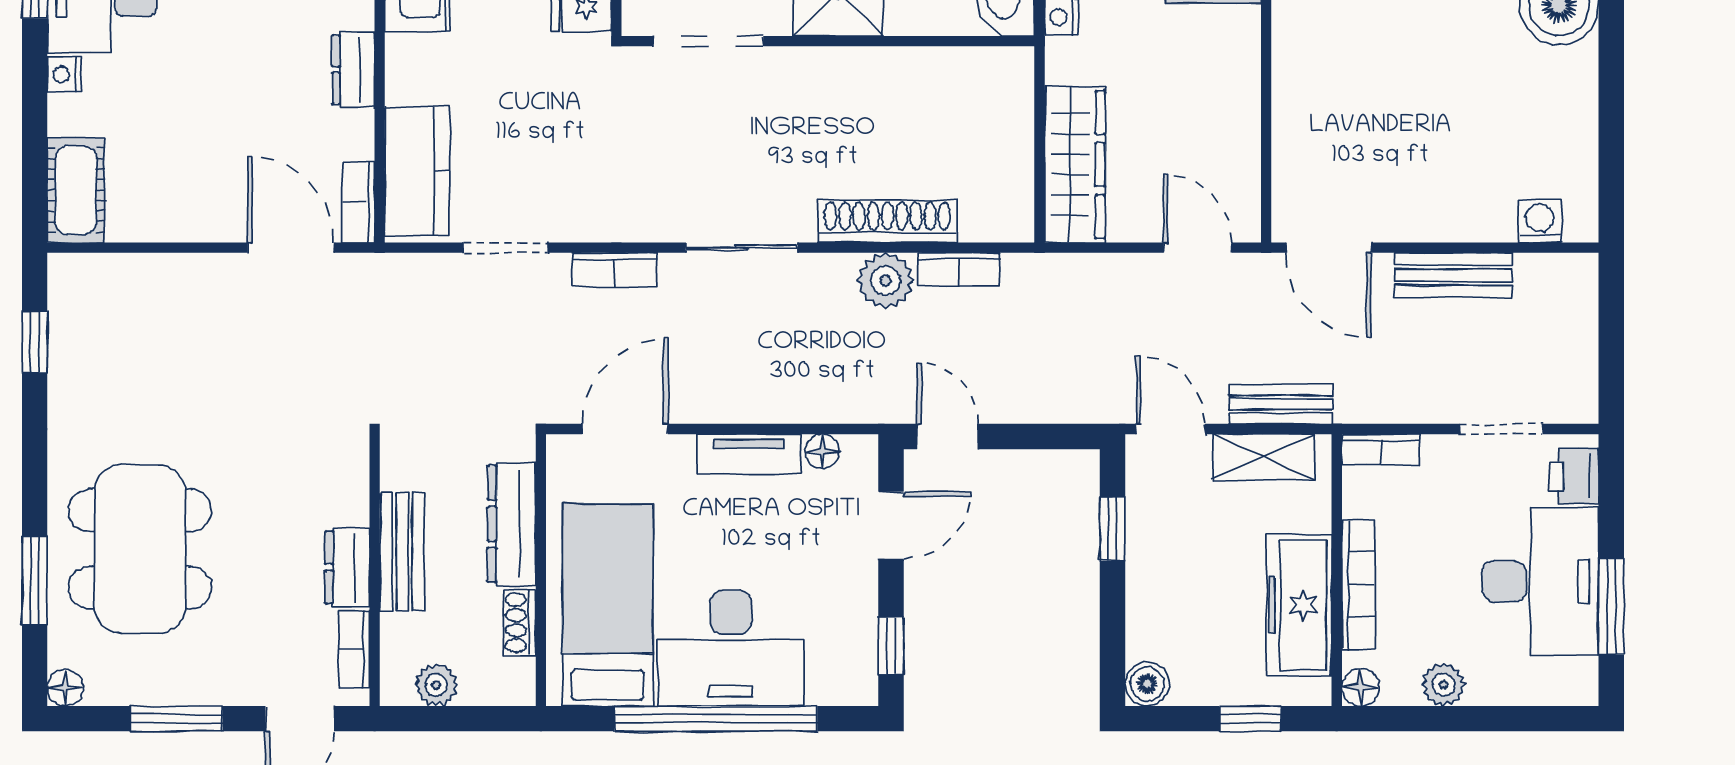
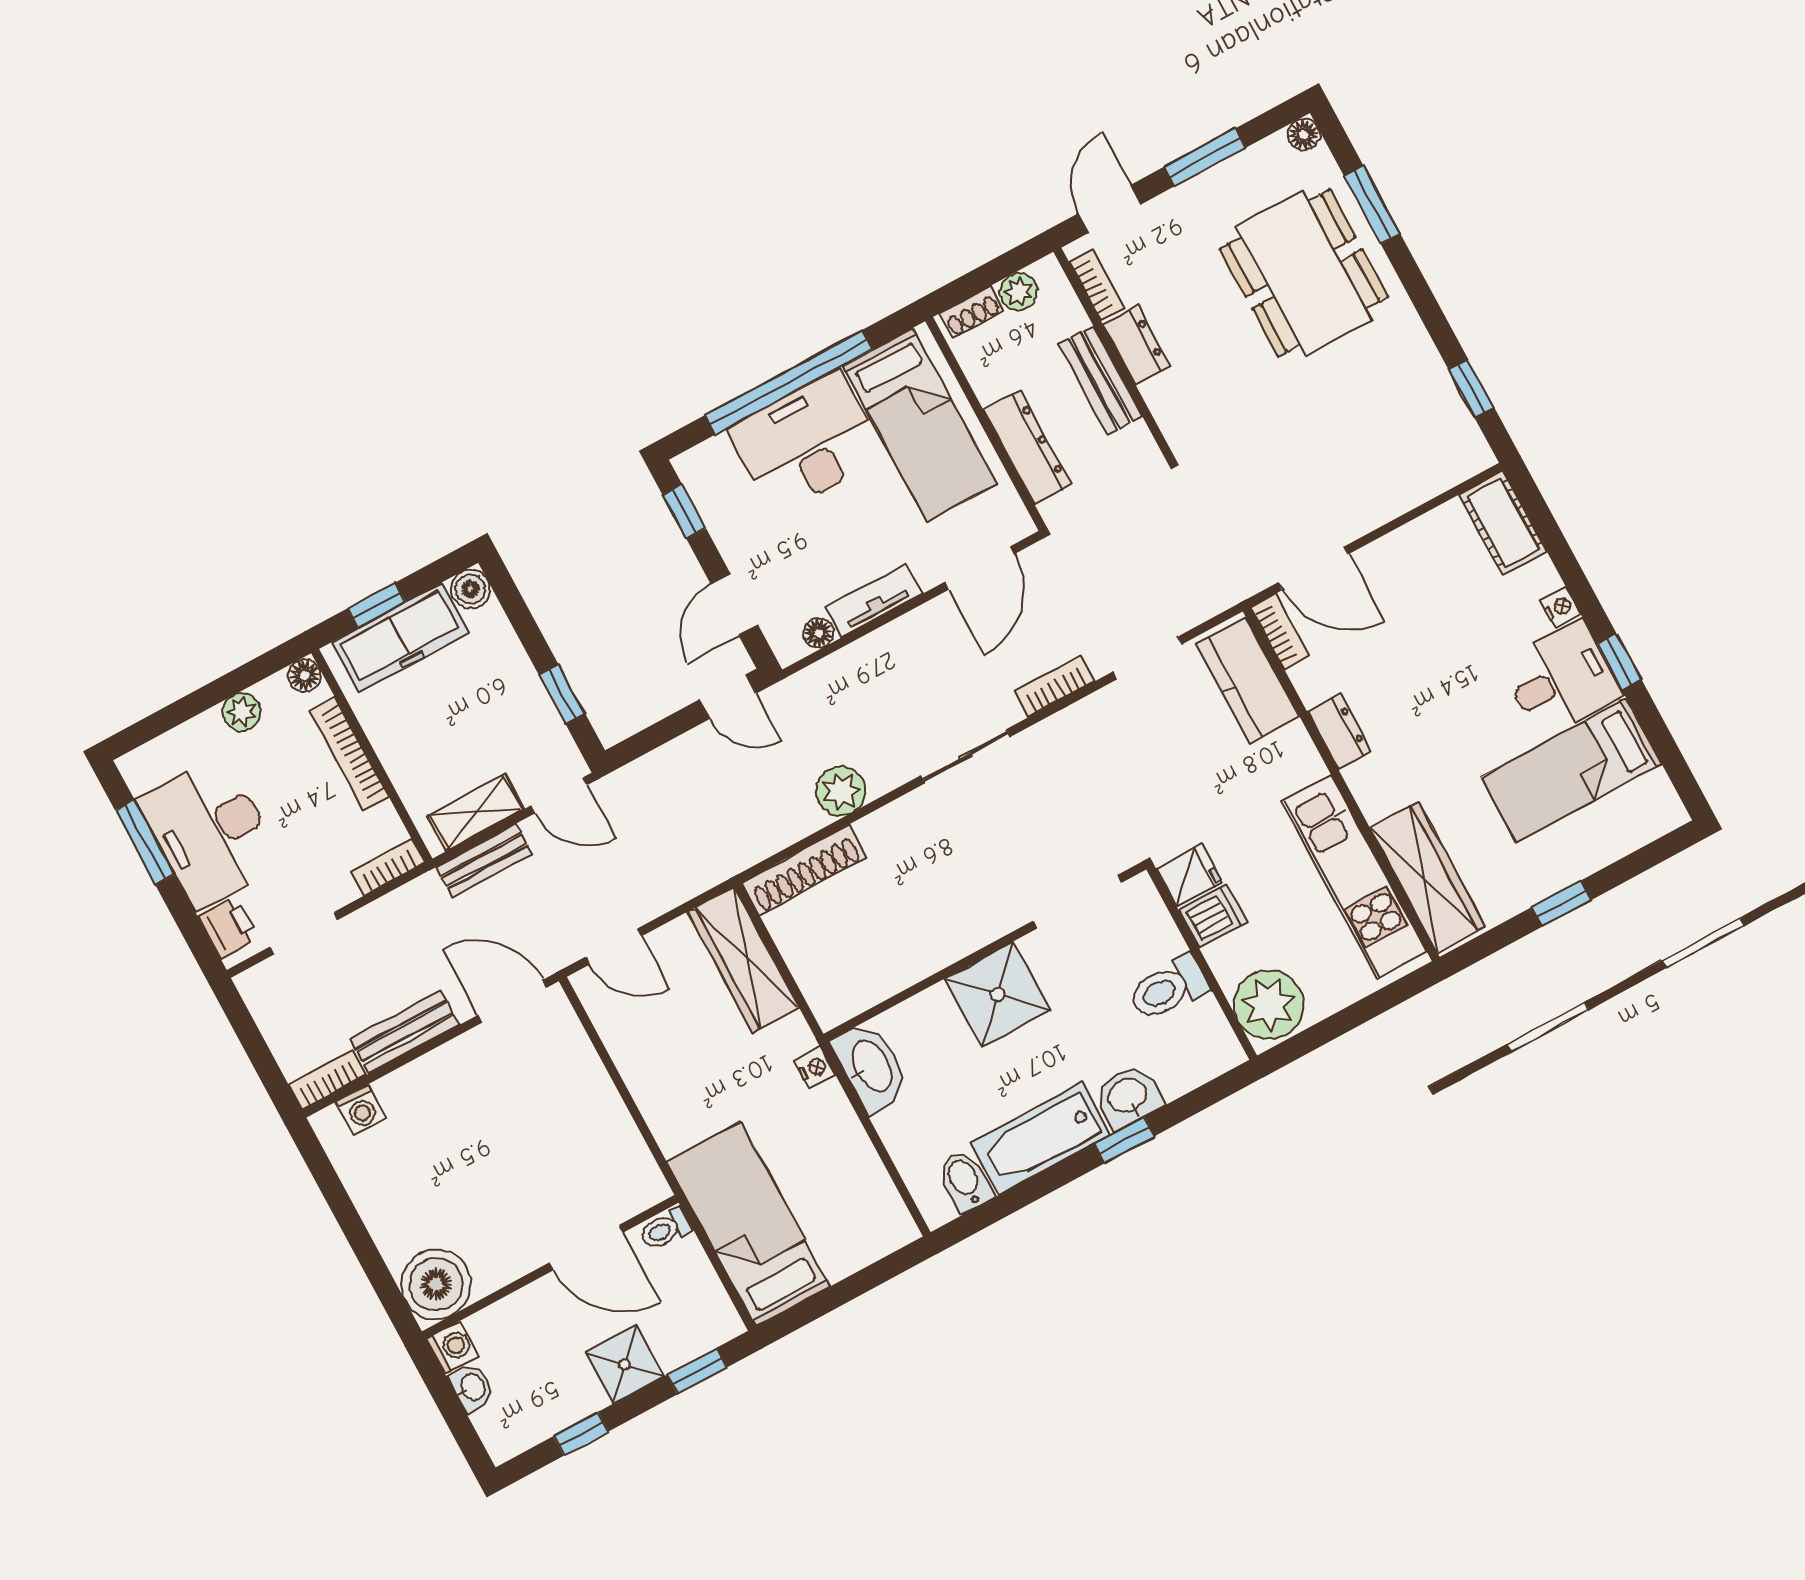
shoe rack: (888, 221) -> (804, 870), moved
bookcase: (959, 269) -> (327, 1080), moved
freezer: (1299, 605) -> (400, 638), moved, turned 90
shoe rack: (520, 623) -> (971, 312), moved, turned 90

